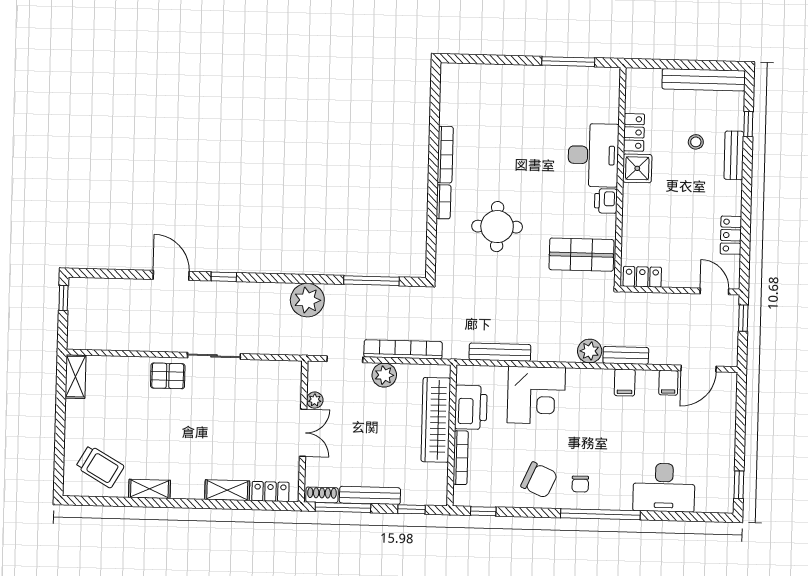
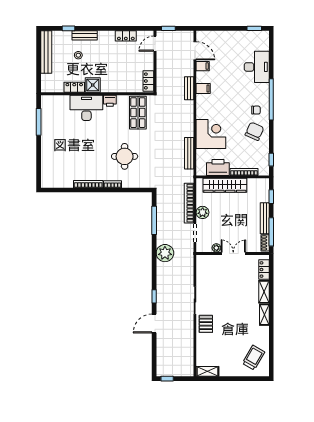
plant: (590, 351) -> (187, 107), removed
shelving: (150, 489) -> (264, 315), moved

